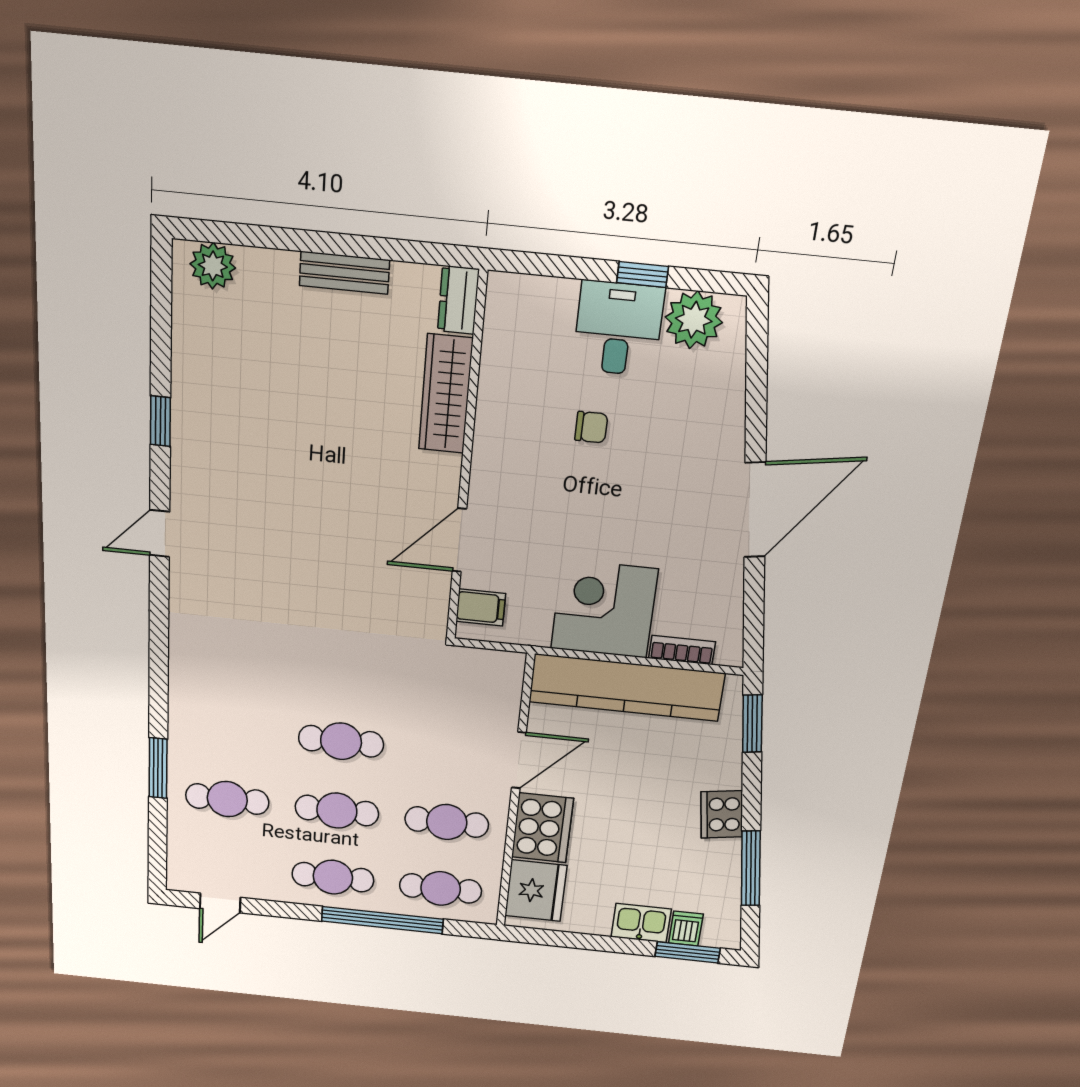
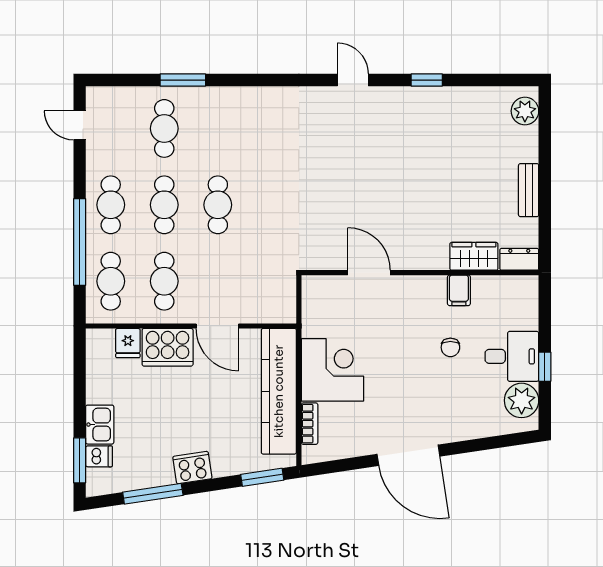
wardrobe: (446, 394) -> (474, 256), width x0.67
filing cabinet: (481, 607) -> (459, 290), moved
fridge: (536, 891) -> (128, 343), width x0.53, depth x0.75

